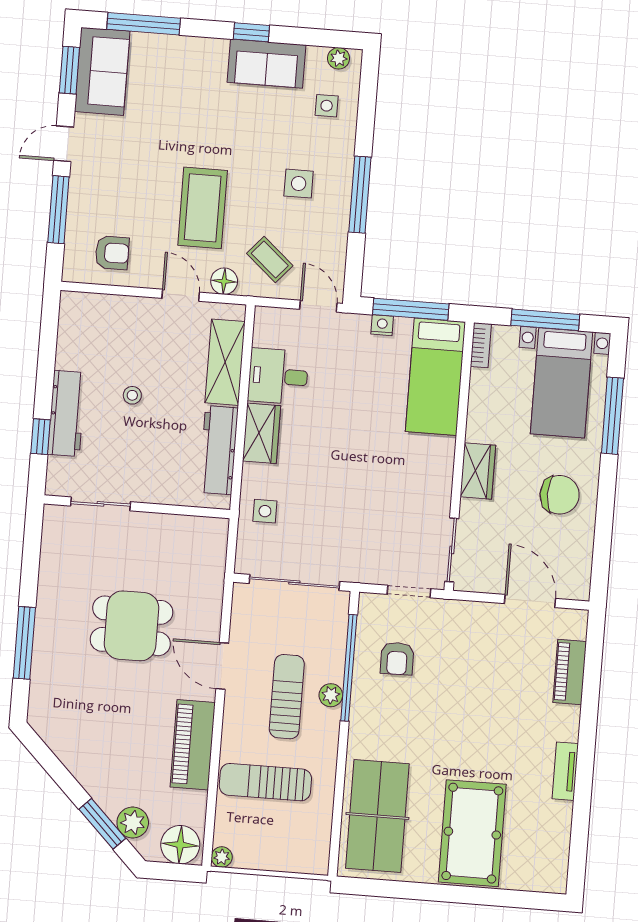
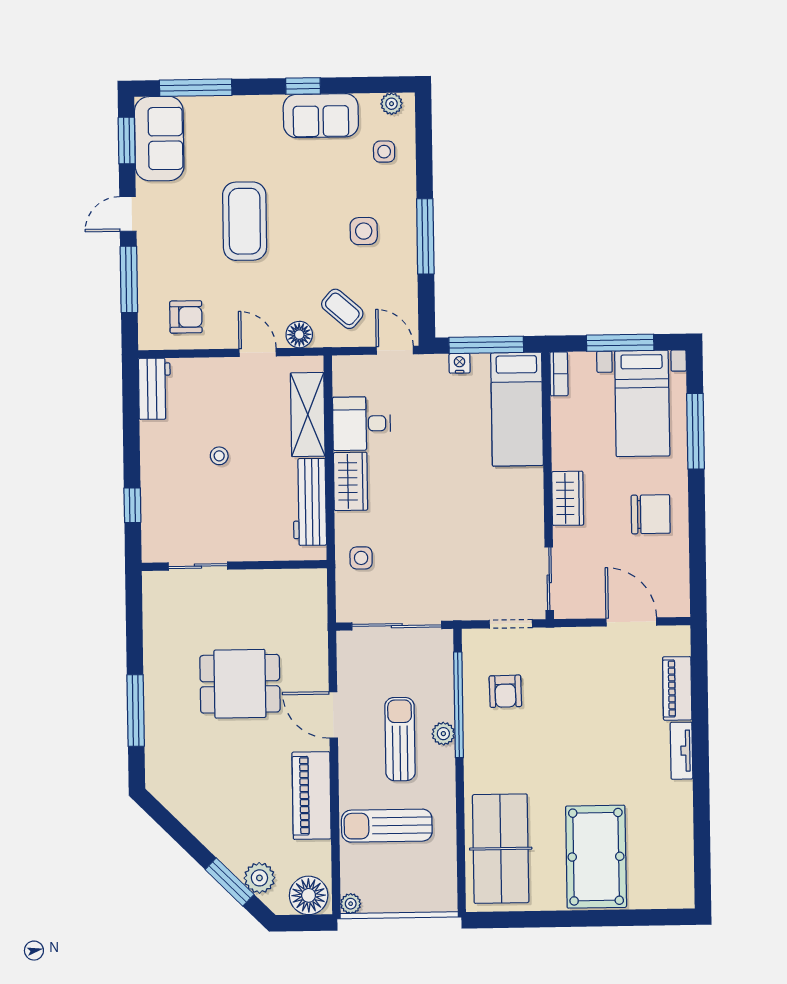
coffee table: (203, 208) -> (245, 221), moved
workbench: (67, 413) -> (155, 389), moved, width x0.73
tv unit: (565, 771) -> (681, 751), moved

